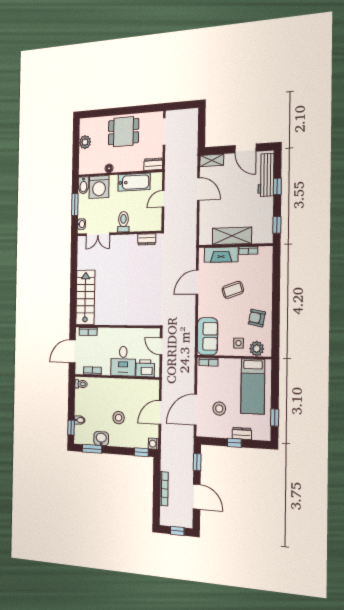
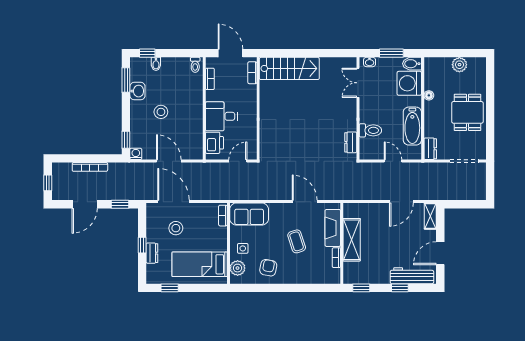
toilet: (123, 222) -> (370, 130), moved

